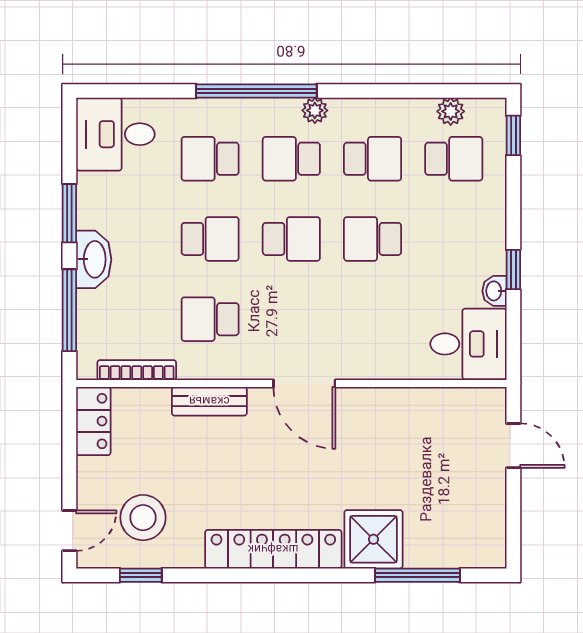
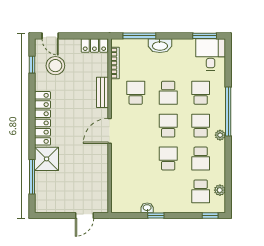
window: (69, 213) -> (205, 36), moved
school desk: (291, 239) -> (168, 126), turned 180
desk: (468, 344) -> (126, 197), removed

